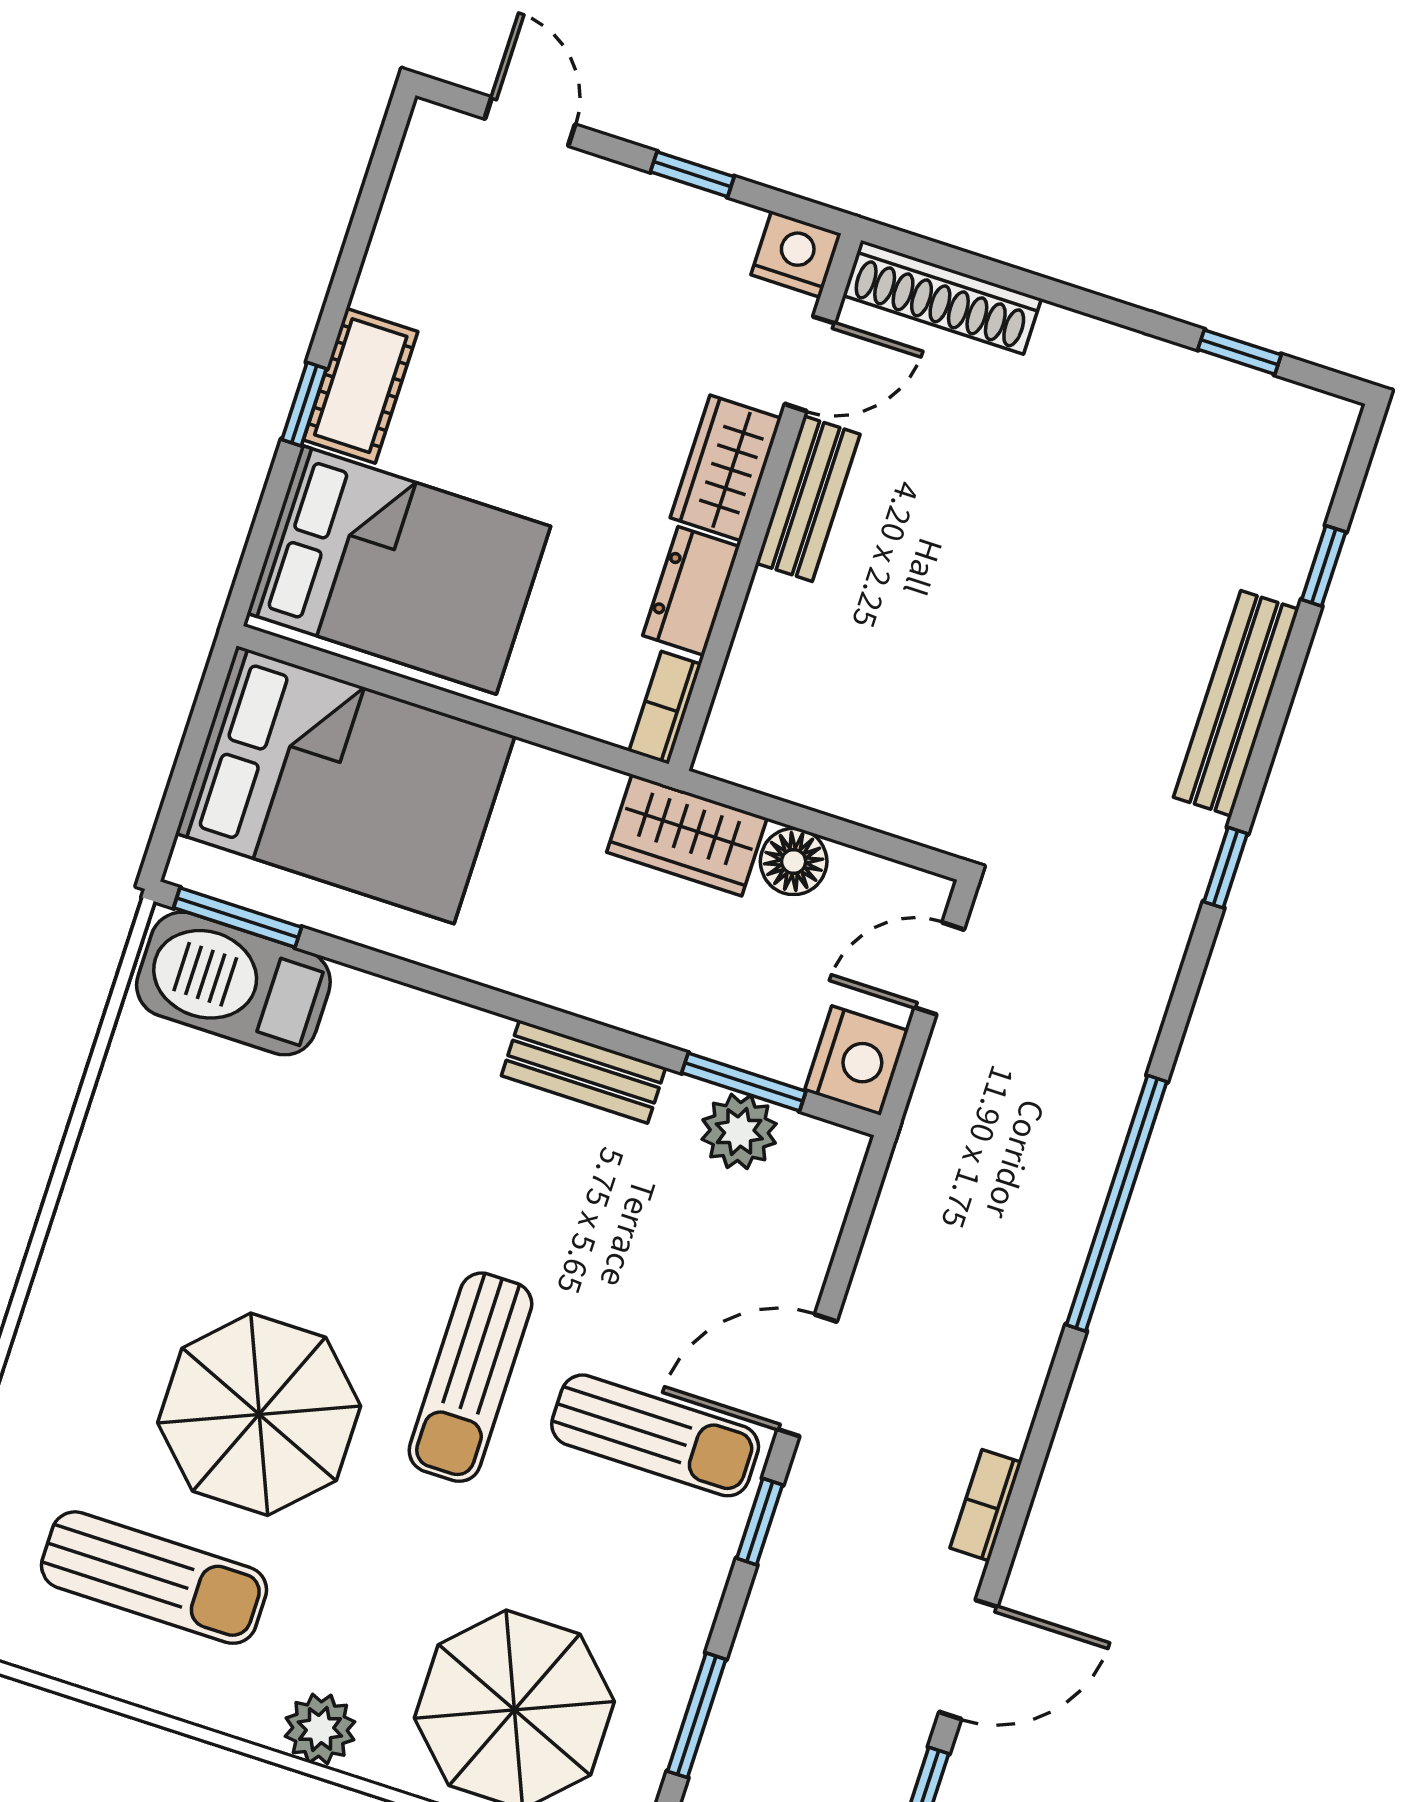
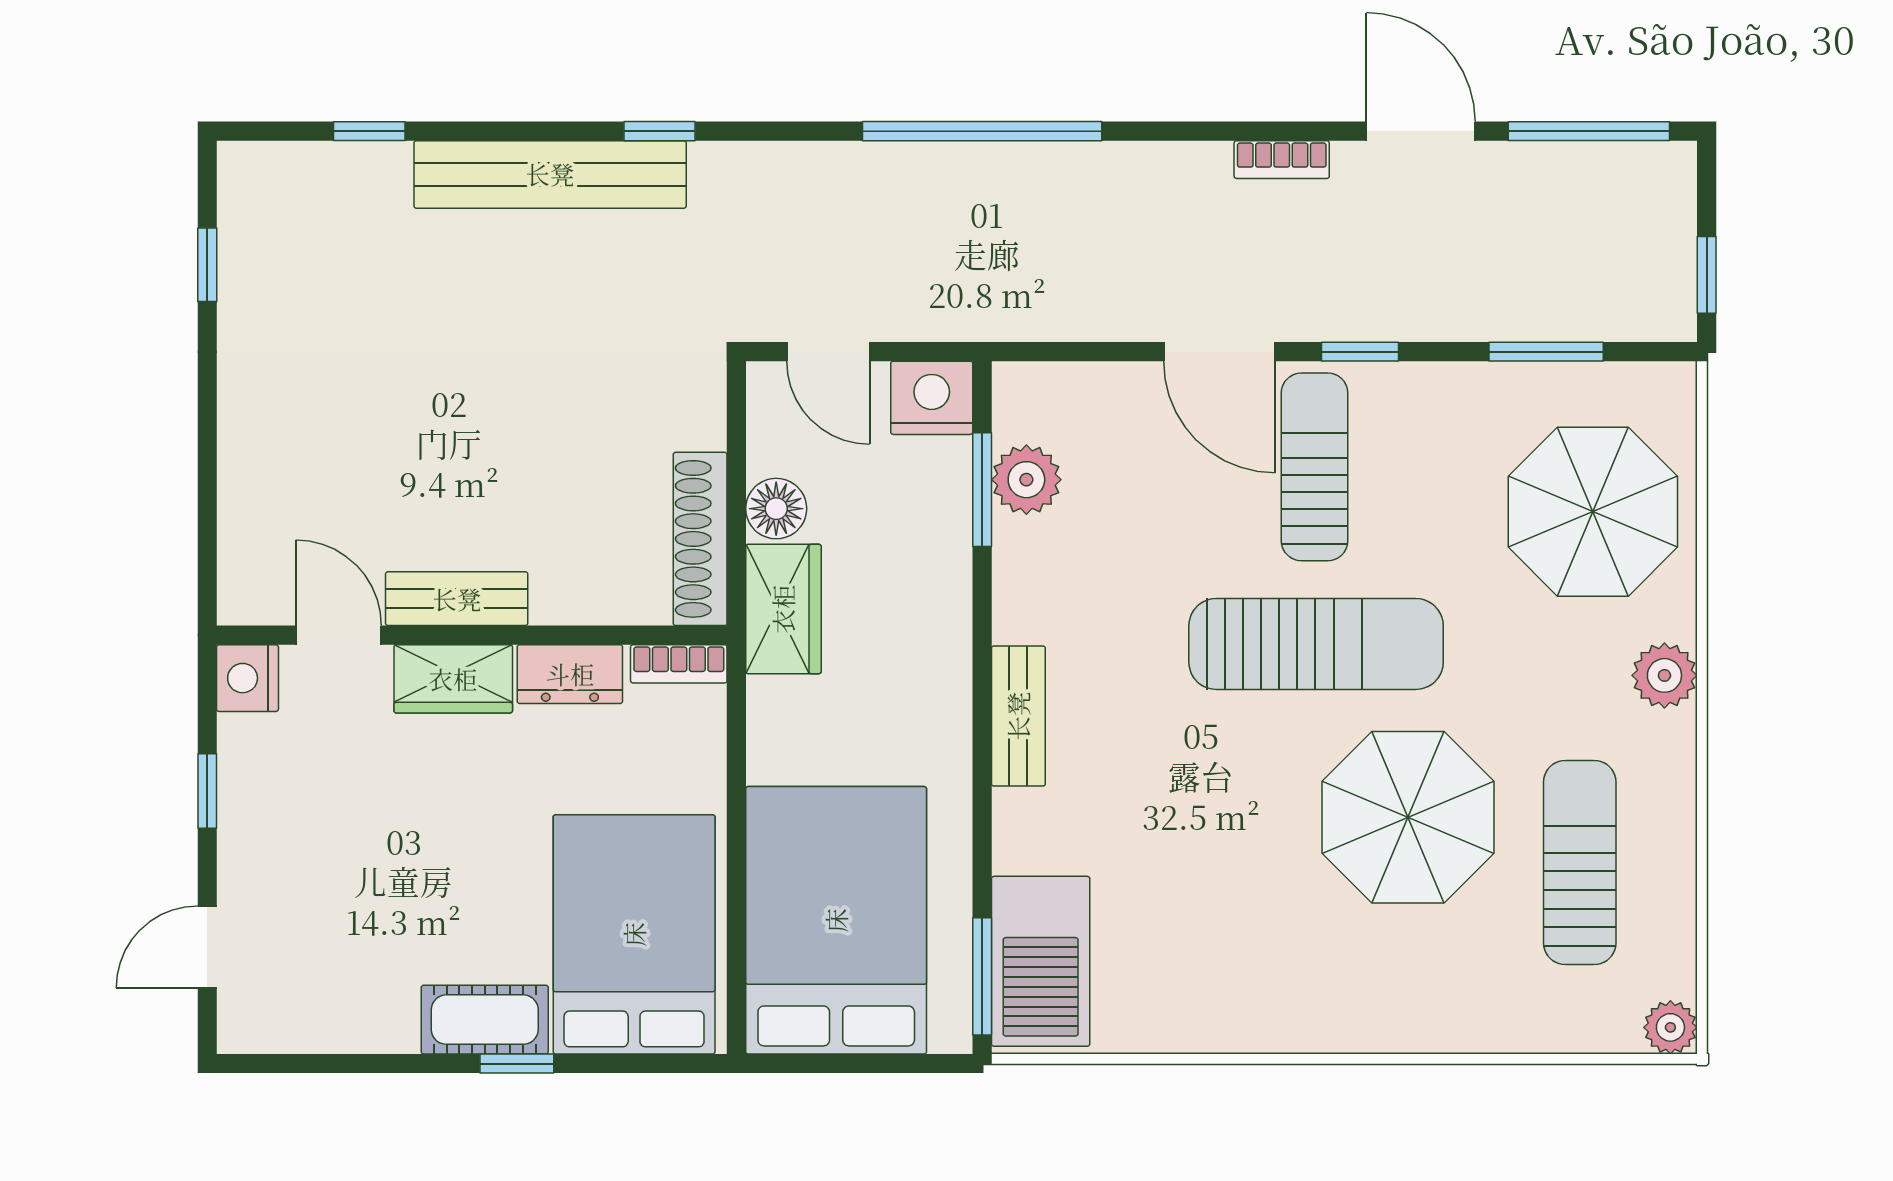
shoe rack: (942, 297) -> (700, 539), moved, turned 180
bench: (1236, 703) -> (550, 174), width x1.37, depth x1.21
bench: (584, 1072) -> (1018, 716), moved
sun lounger: (470, 1377) -> (1316, 644), width x1.36, depth x1.34

